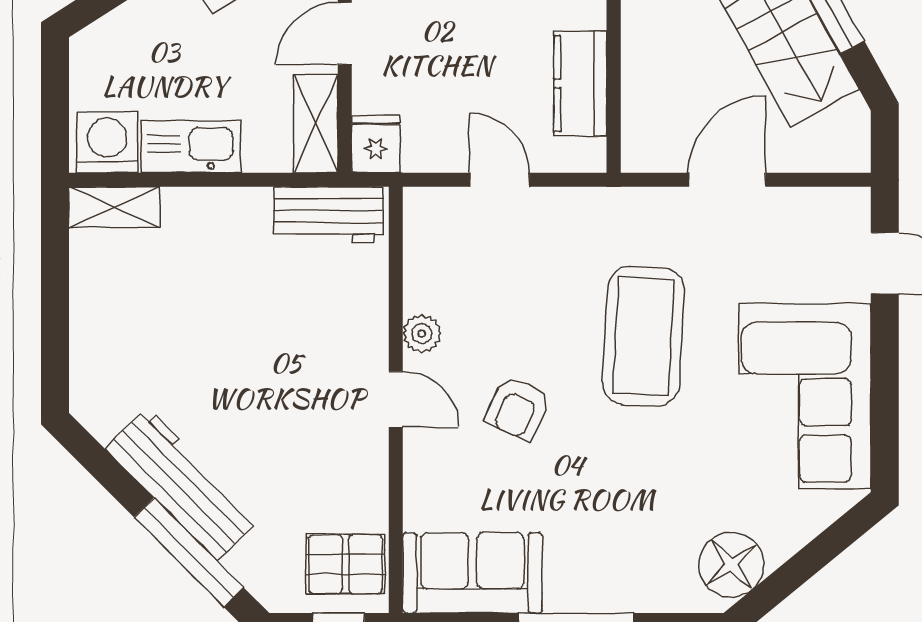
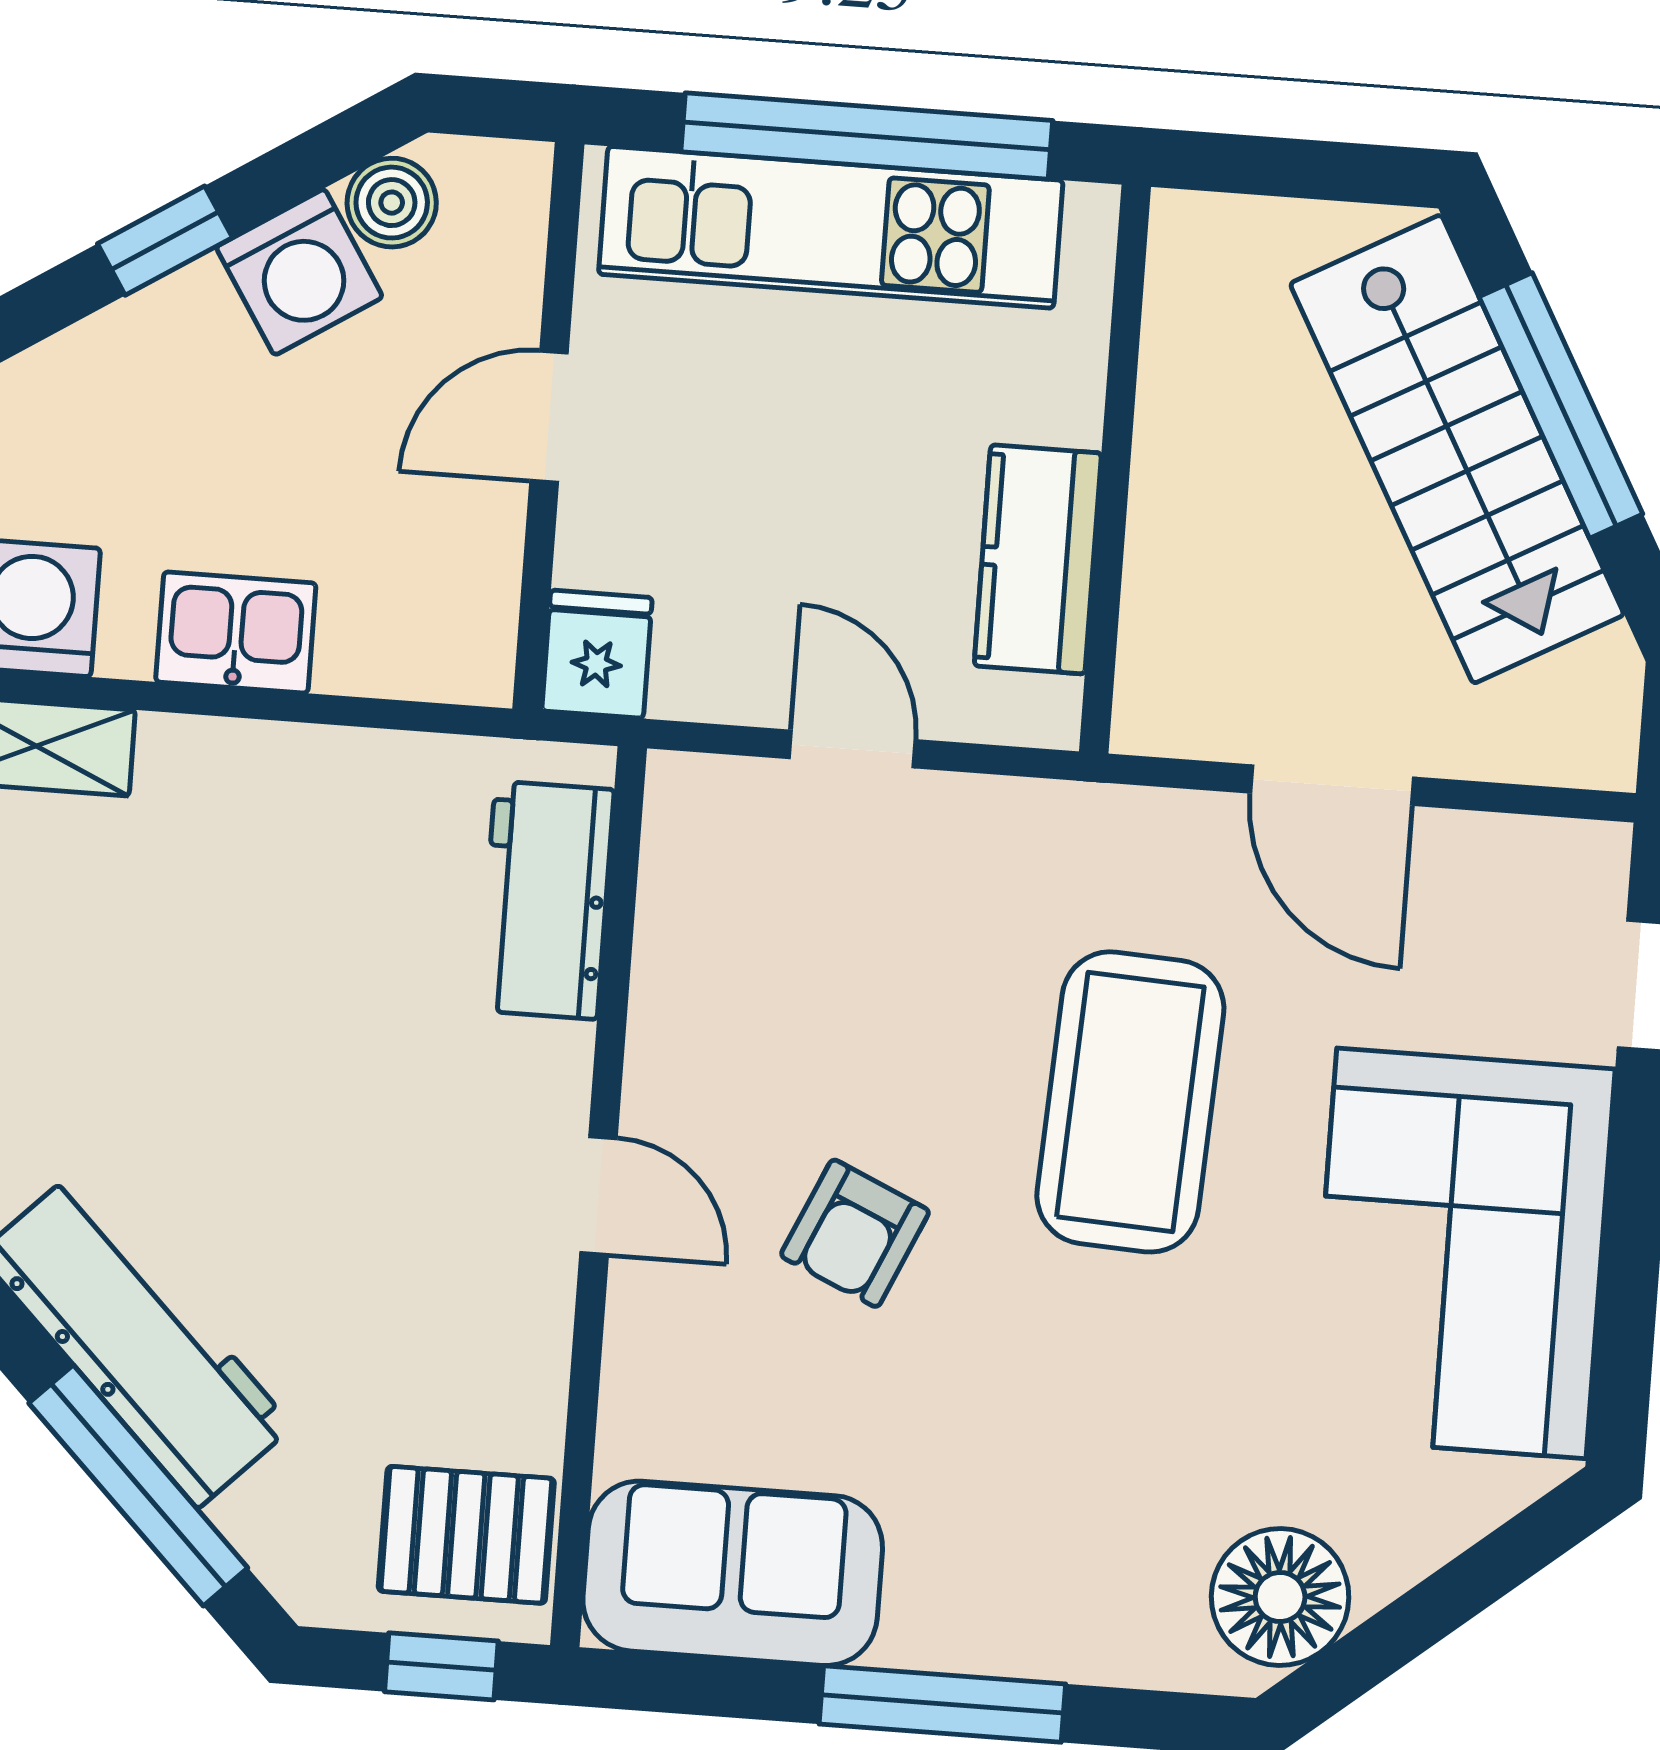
shelving: (316, 124) -> (474, 602), removed
kitchen sink: (191, 147) -> (236, 632), width x0.73
door: (727, 180) -> (1332, 785), swing flipped
workbench: (328, 215) -> (546, 900), moved, turned 90
plant: (422, 333) -> (664, 1061), removed

